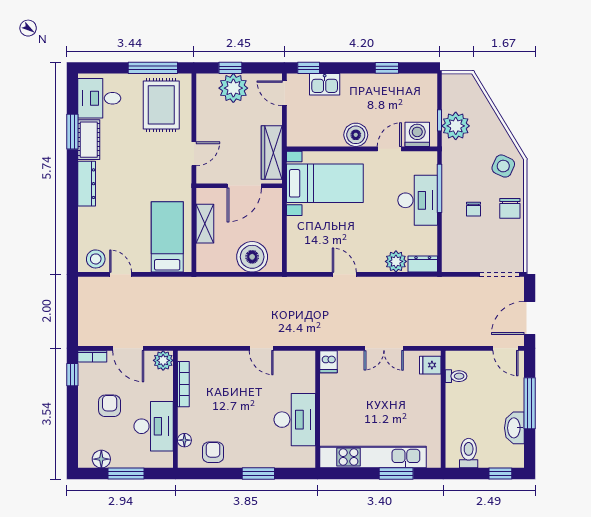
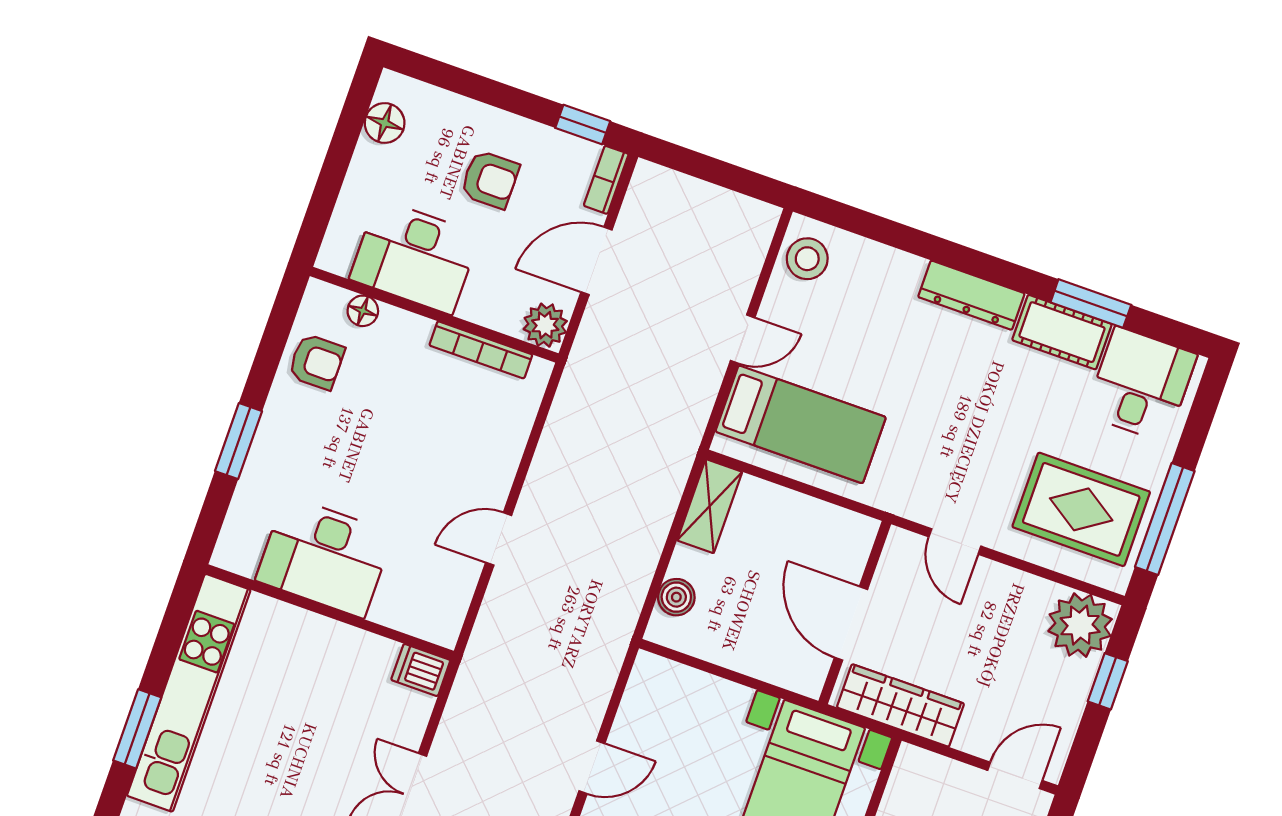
plant: (233, 88) -> (1080, 625), moved
shelving: (205, 224) -> (710, 506), moved, turned 90
boiler: (252, 257) -> (676, 597), width x0.54, depth x0.54
door: (121, 274) -> (743, 339), moved
window: (126, 474) -> (336, 164), removed

